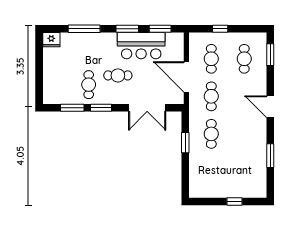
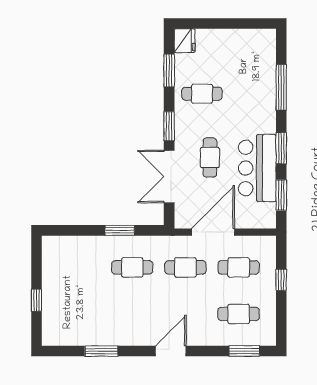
fridge: (51, 40) -> (185, 41), moved, turned 180
cafe table: (118, 75) -> (210, 158), moved
window: (101, 108) -> (169, 126), moved

